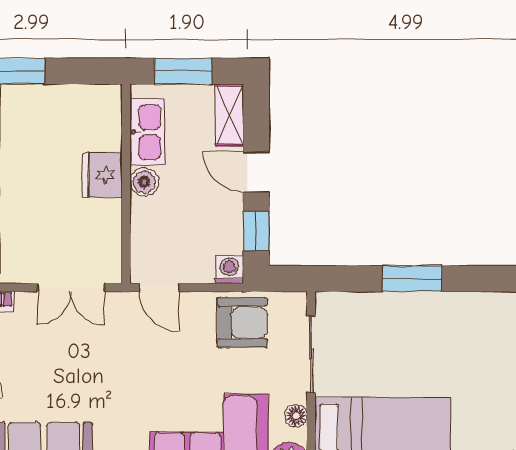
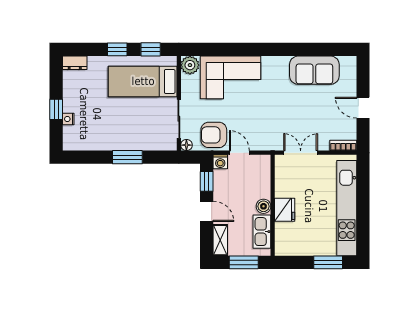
door: (159, 287) -> (239, 153), moved
floor lamp: (296, 416) -> (186, 145), moved

